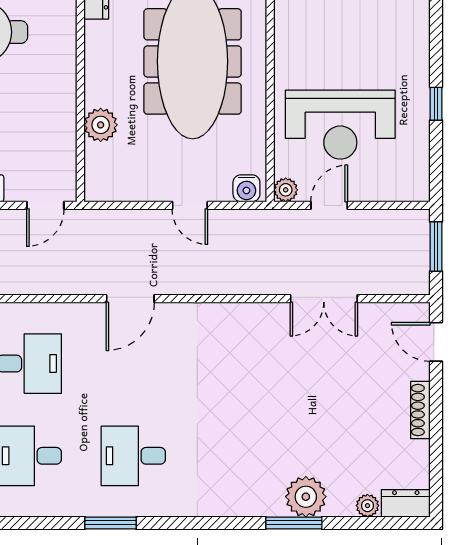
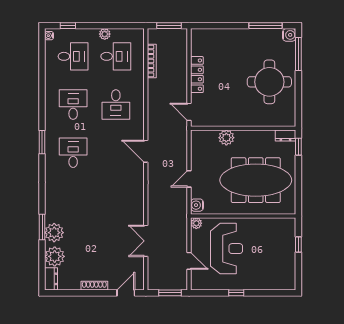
reception desk: (340, 125) -> (227, 249), turned 180
door: (329, 205) -> (189, 261), moved
plant: (367, 506) -> (55, 256), width x1.88, depth x1.88

